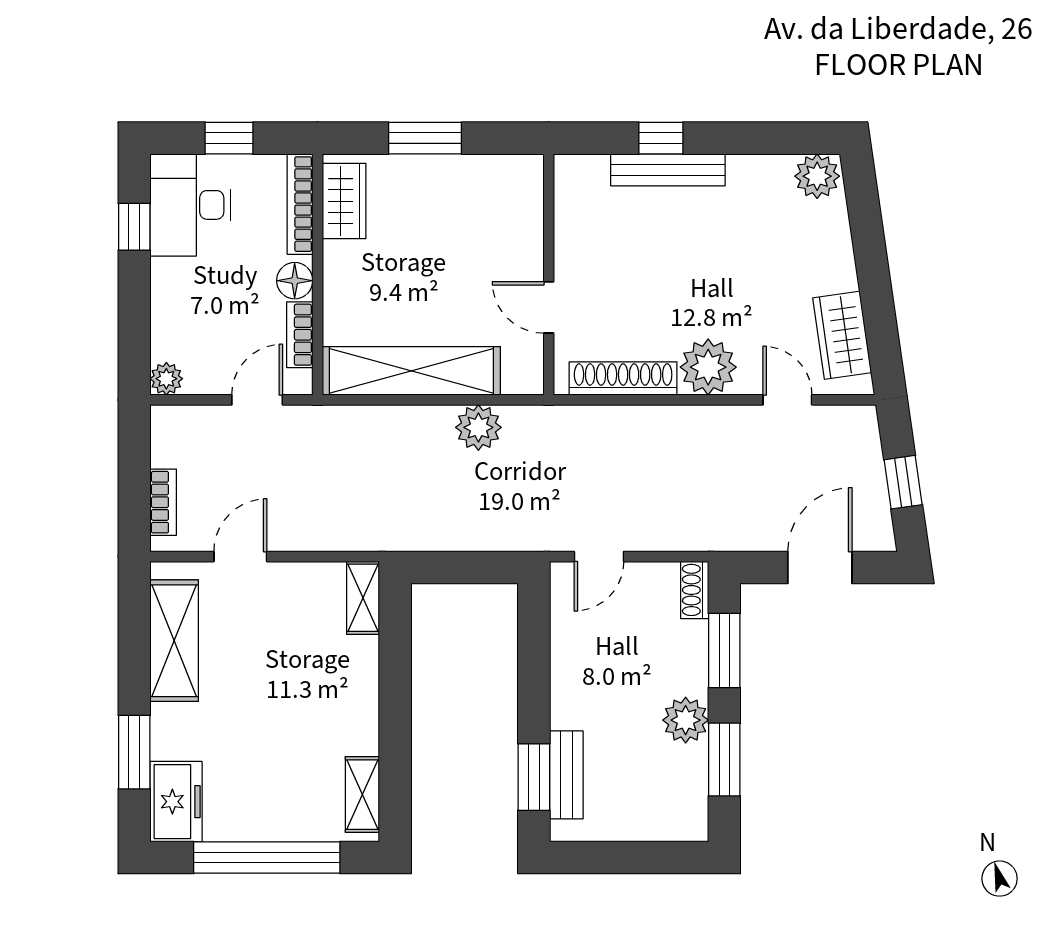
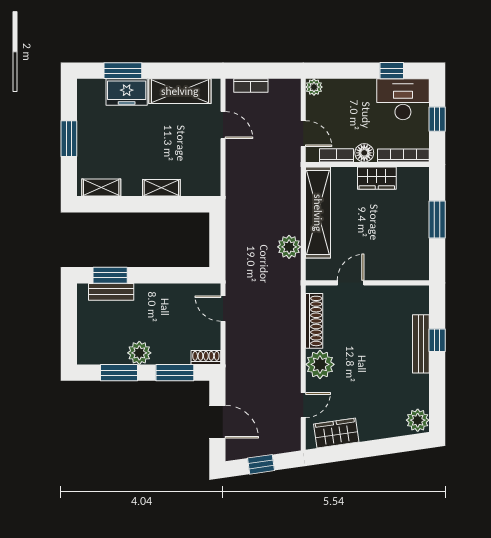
wardrobe: (344, 201) -> (377, 178), moved
shelving: (363, 598) -> (161, 188), moved
freezer: (176, 802) -> (127, 92), moved
window: (267, 857) -> (69, 139), width x0.47

